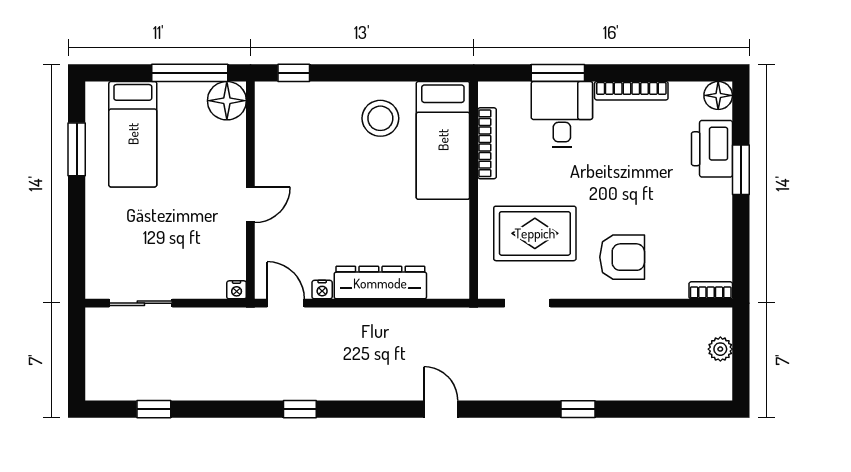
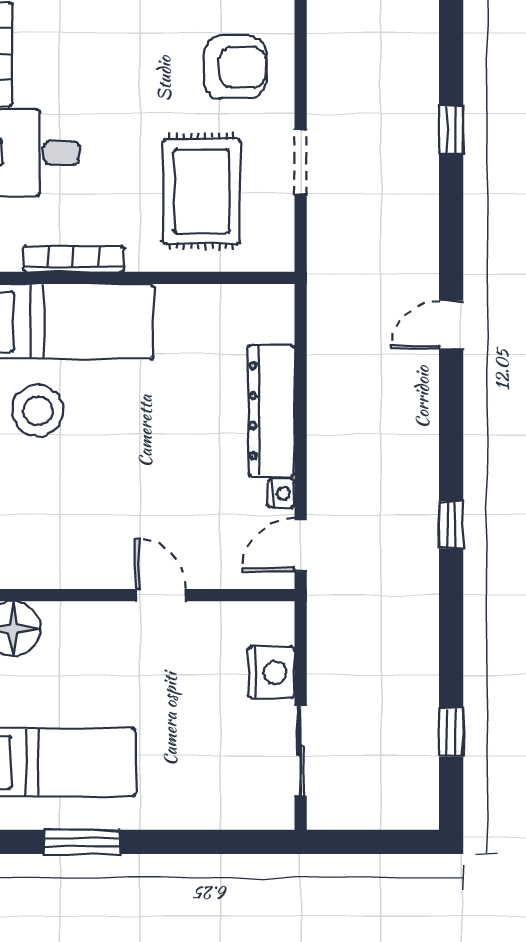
armchair: (622, 257) -> (235, 67), turned 90
nightstand: (237, 290) -> (271, 672), moved, width x1.89, depth x1.79
doorway: (527, 303) -> (301, 162), moved

